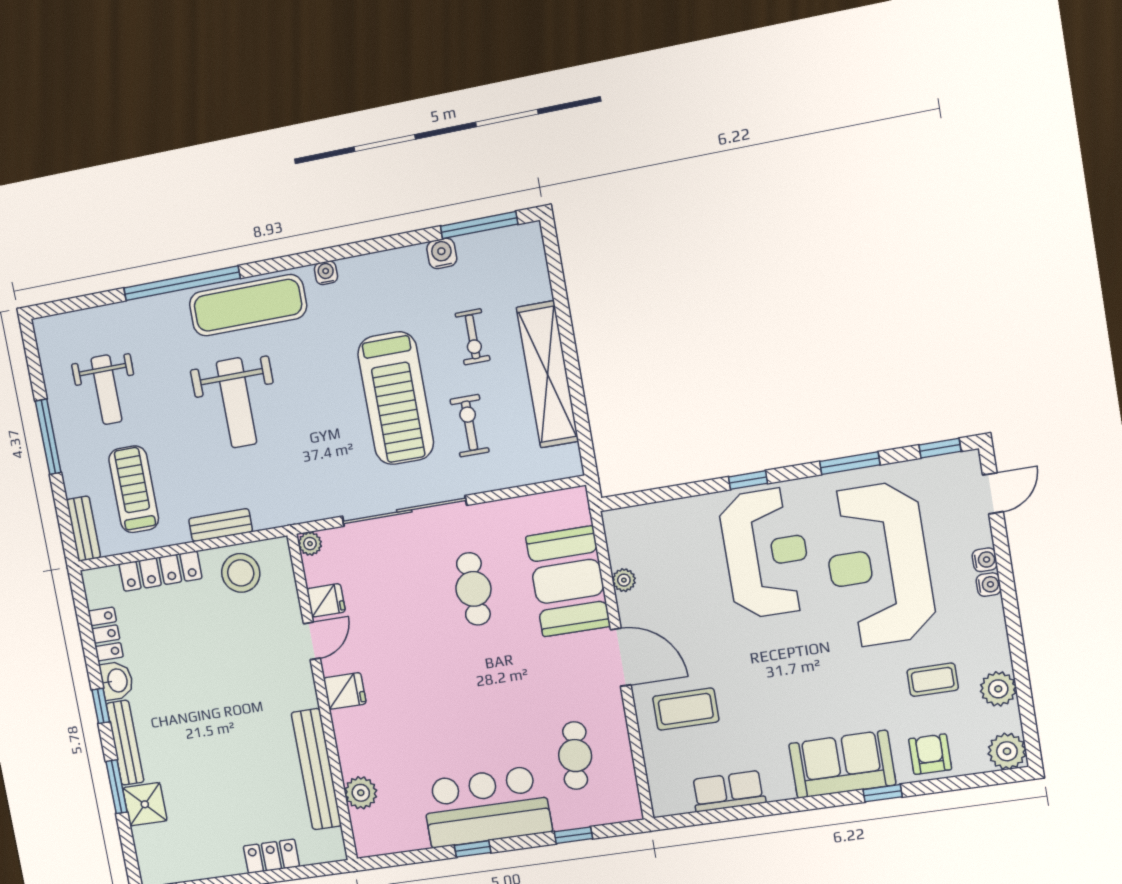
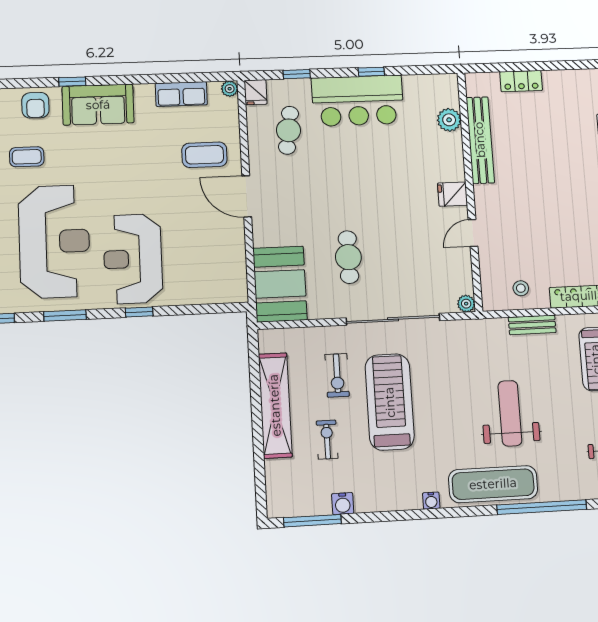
stool: (241, 573) -> (521, 288), width x0.53, depth x0.53
plant: (624, 580) -> (230, 89), moved
booth: (568, 581) -> (280, 284), moved
fridge: (326, 600) -> (256, 92), moved, turned -90

